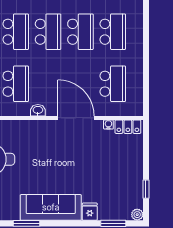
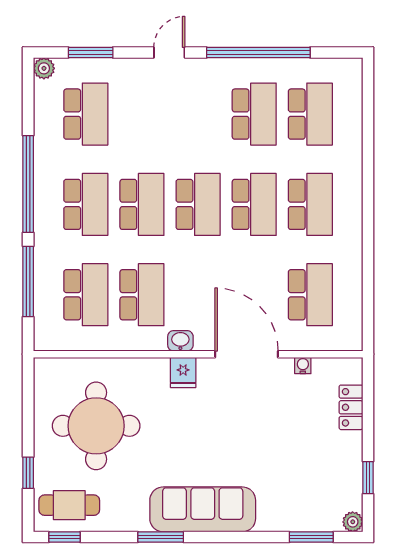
locker: (128, 127) -> (351, 407), moved, turned 90
fridge: (90, 212) -> (183, 372), moved, turned 180

